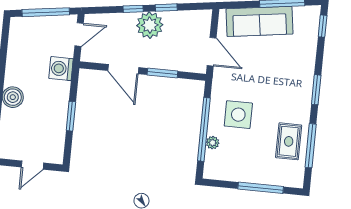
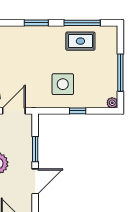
window: (204, 129) -> (78, 111), width x0.32
plant: (213, 143) -> (112, 103), moved
window: (261, 188) -> (120, 73), moved

